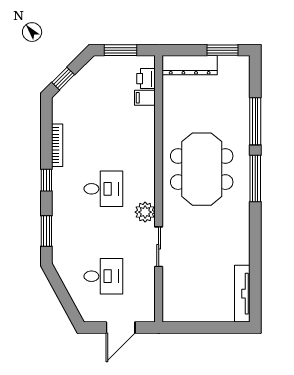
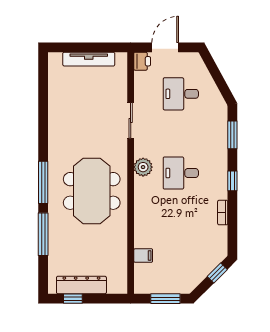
window: (222, 50) -> (73, 299), width x0.67
dresser: (190, 65) -> (81, 285), moved
printer: (146, 79) -> (142, 61), moved
bookcase: (57, 145) -> (223, 213), width x0.64
plant: (145, 212) -> (143, 167), moved
tv unit: (242, 294) -> (89, 59), moved, turned 90

